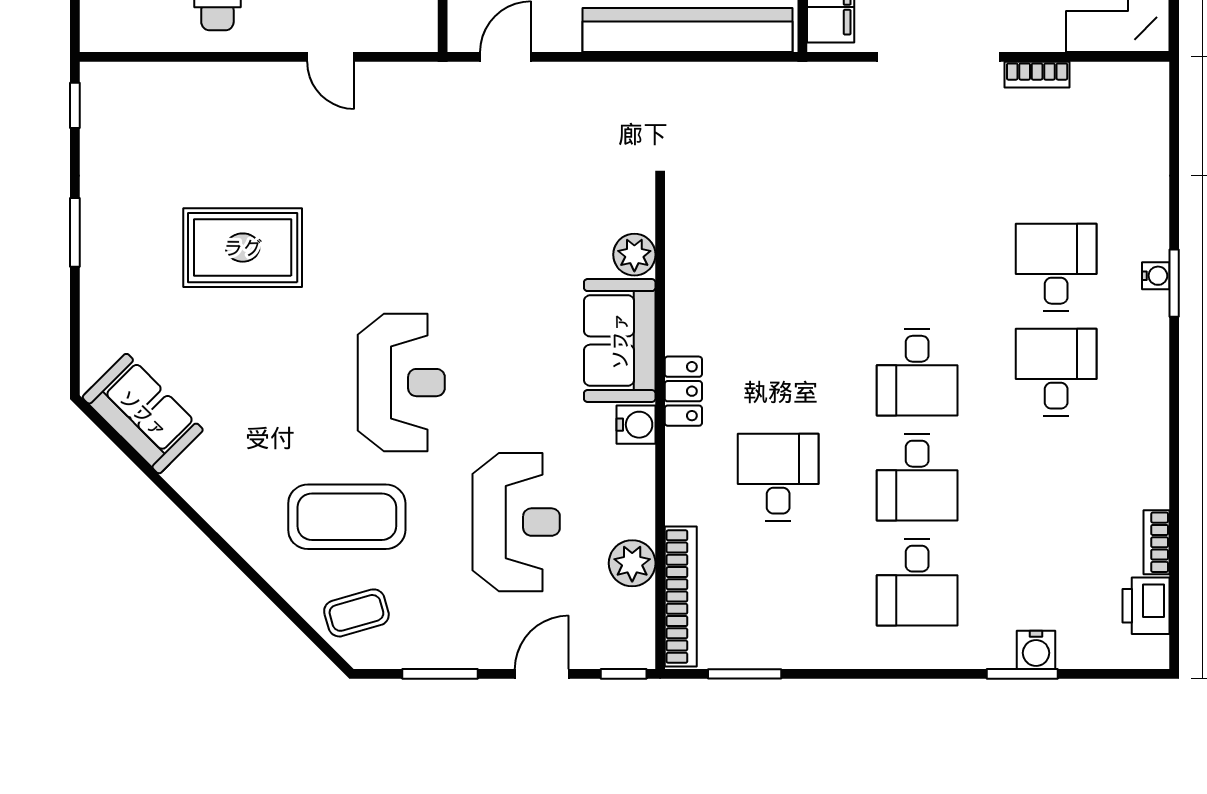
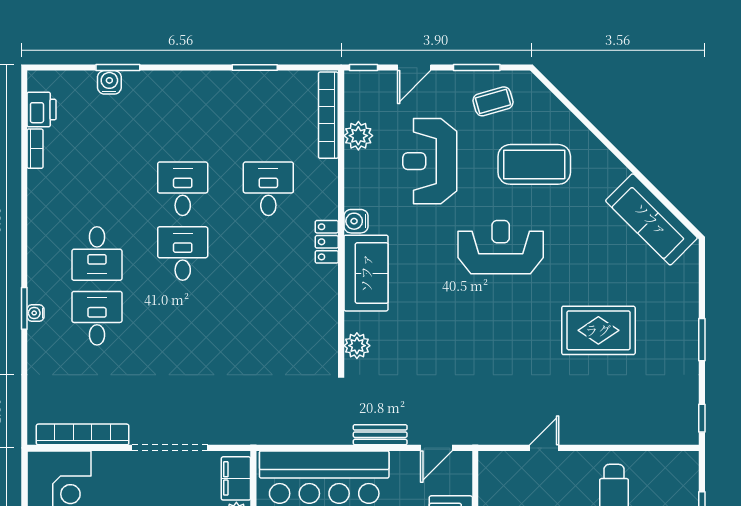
door: (331, 57) -> (544, 448), hinge flipped
bookcase: (1037, 75) -> (83, 434), width x2.31, depth x1.31
bench: (597, 78) -> (380, 435), added
plant: (634, 255) -> (357, 346), moved
desk: (1056, 267) -> (97, 318), turned 180
reception desk: (401, 383) -> (501, 247), turned 90
sofa: (143, 414) -> (651, 219), width x1.36
desk: (778, 477) -> (268, 189), turned 180
desk: (917, 582) -> (183, 124), removed
coffee table: (356, 613) -> (493, 101), moved
window: (745, 674) -> (255, 68), moved

